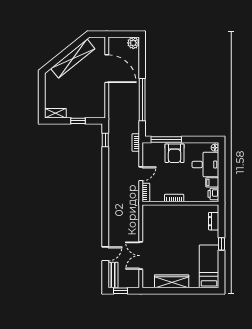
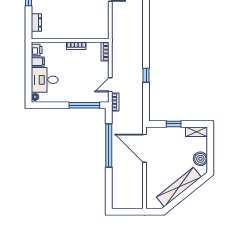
plant: (133, 43) -> (118, 203), removed
door: (107, 69) -> (145, 148), moved
boiler: (51, 86) -> (200, 159), added
window: (105, 140) -> (146, 75), moved
armchair: (175, 153) -> (76, 91), removed
door: (141, 174) -> (110, 85), moved

